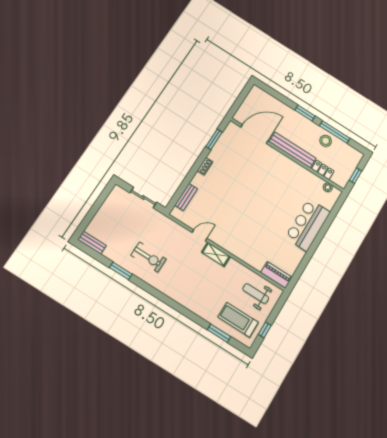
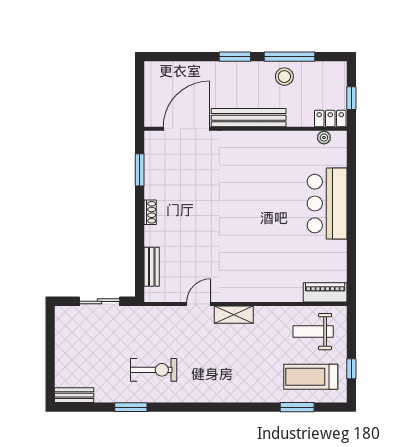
locker: (323, 170) -> (330, 119), moved

